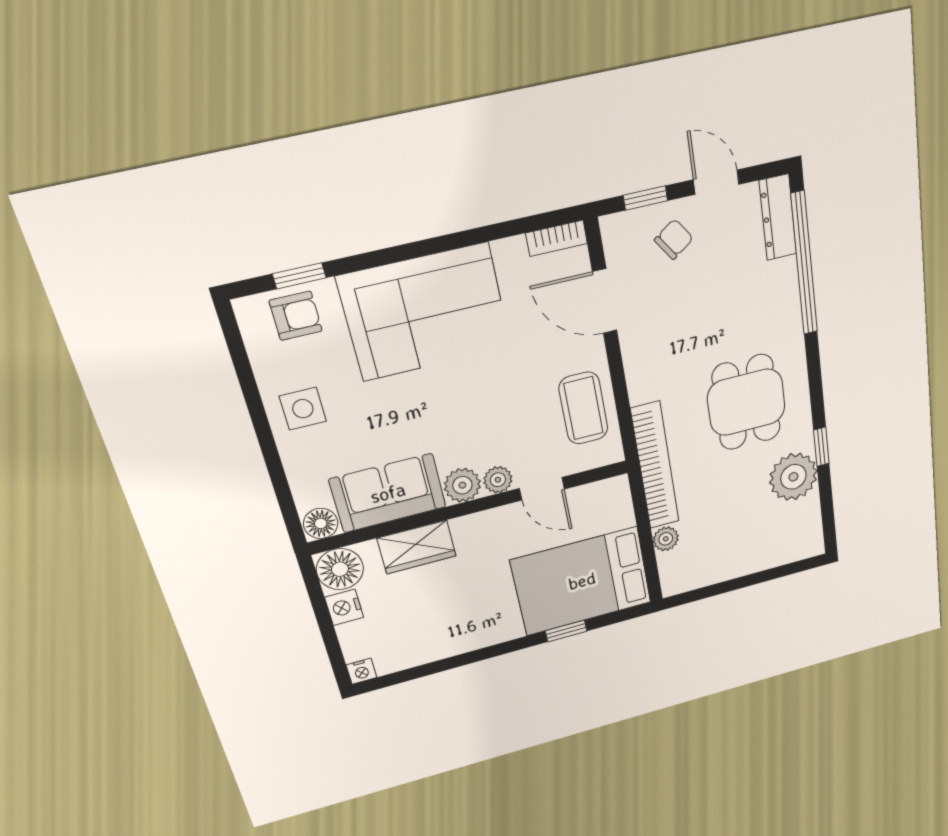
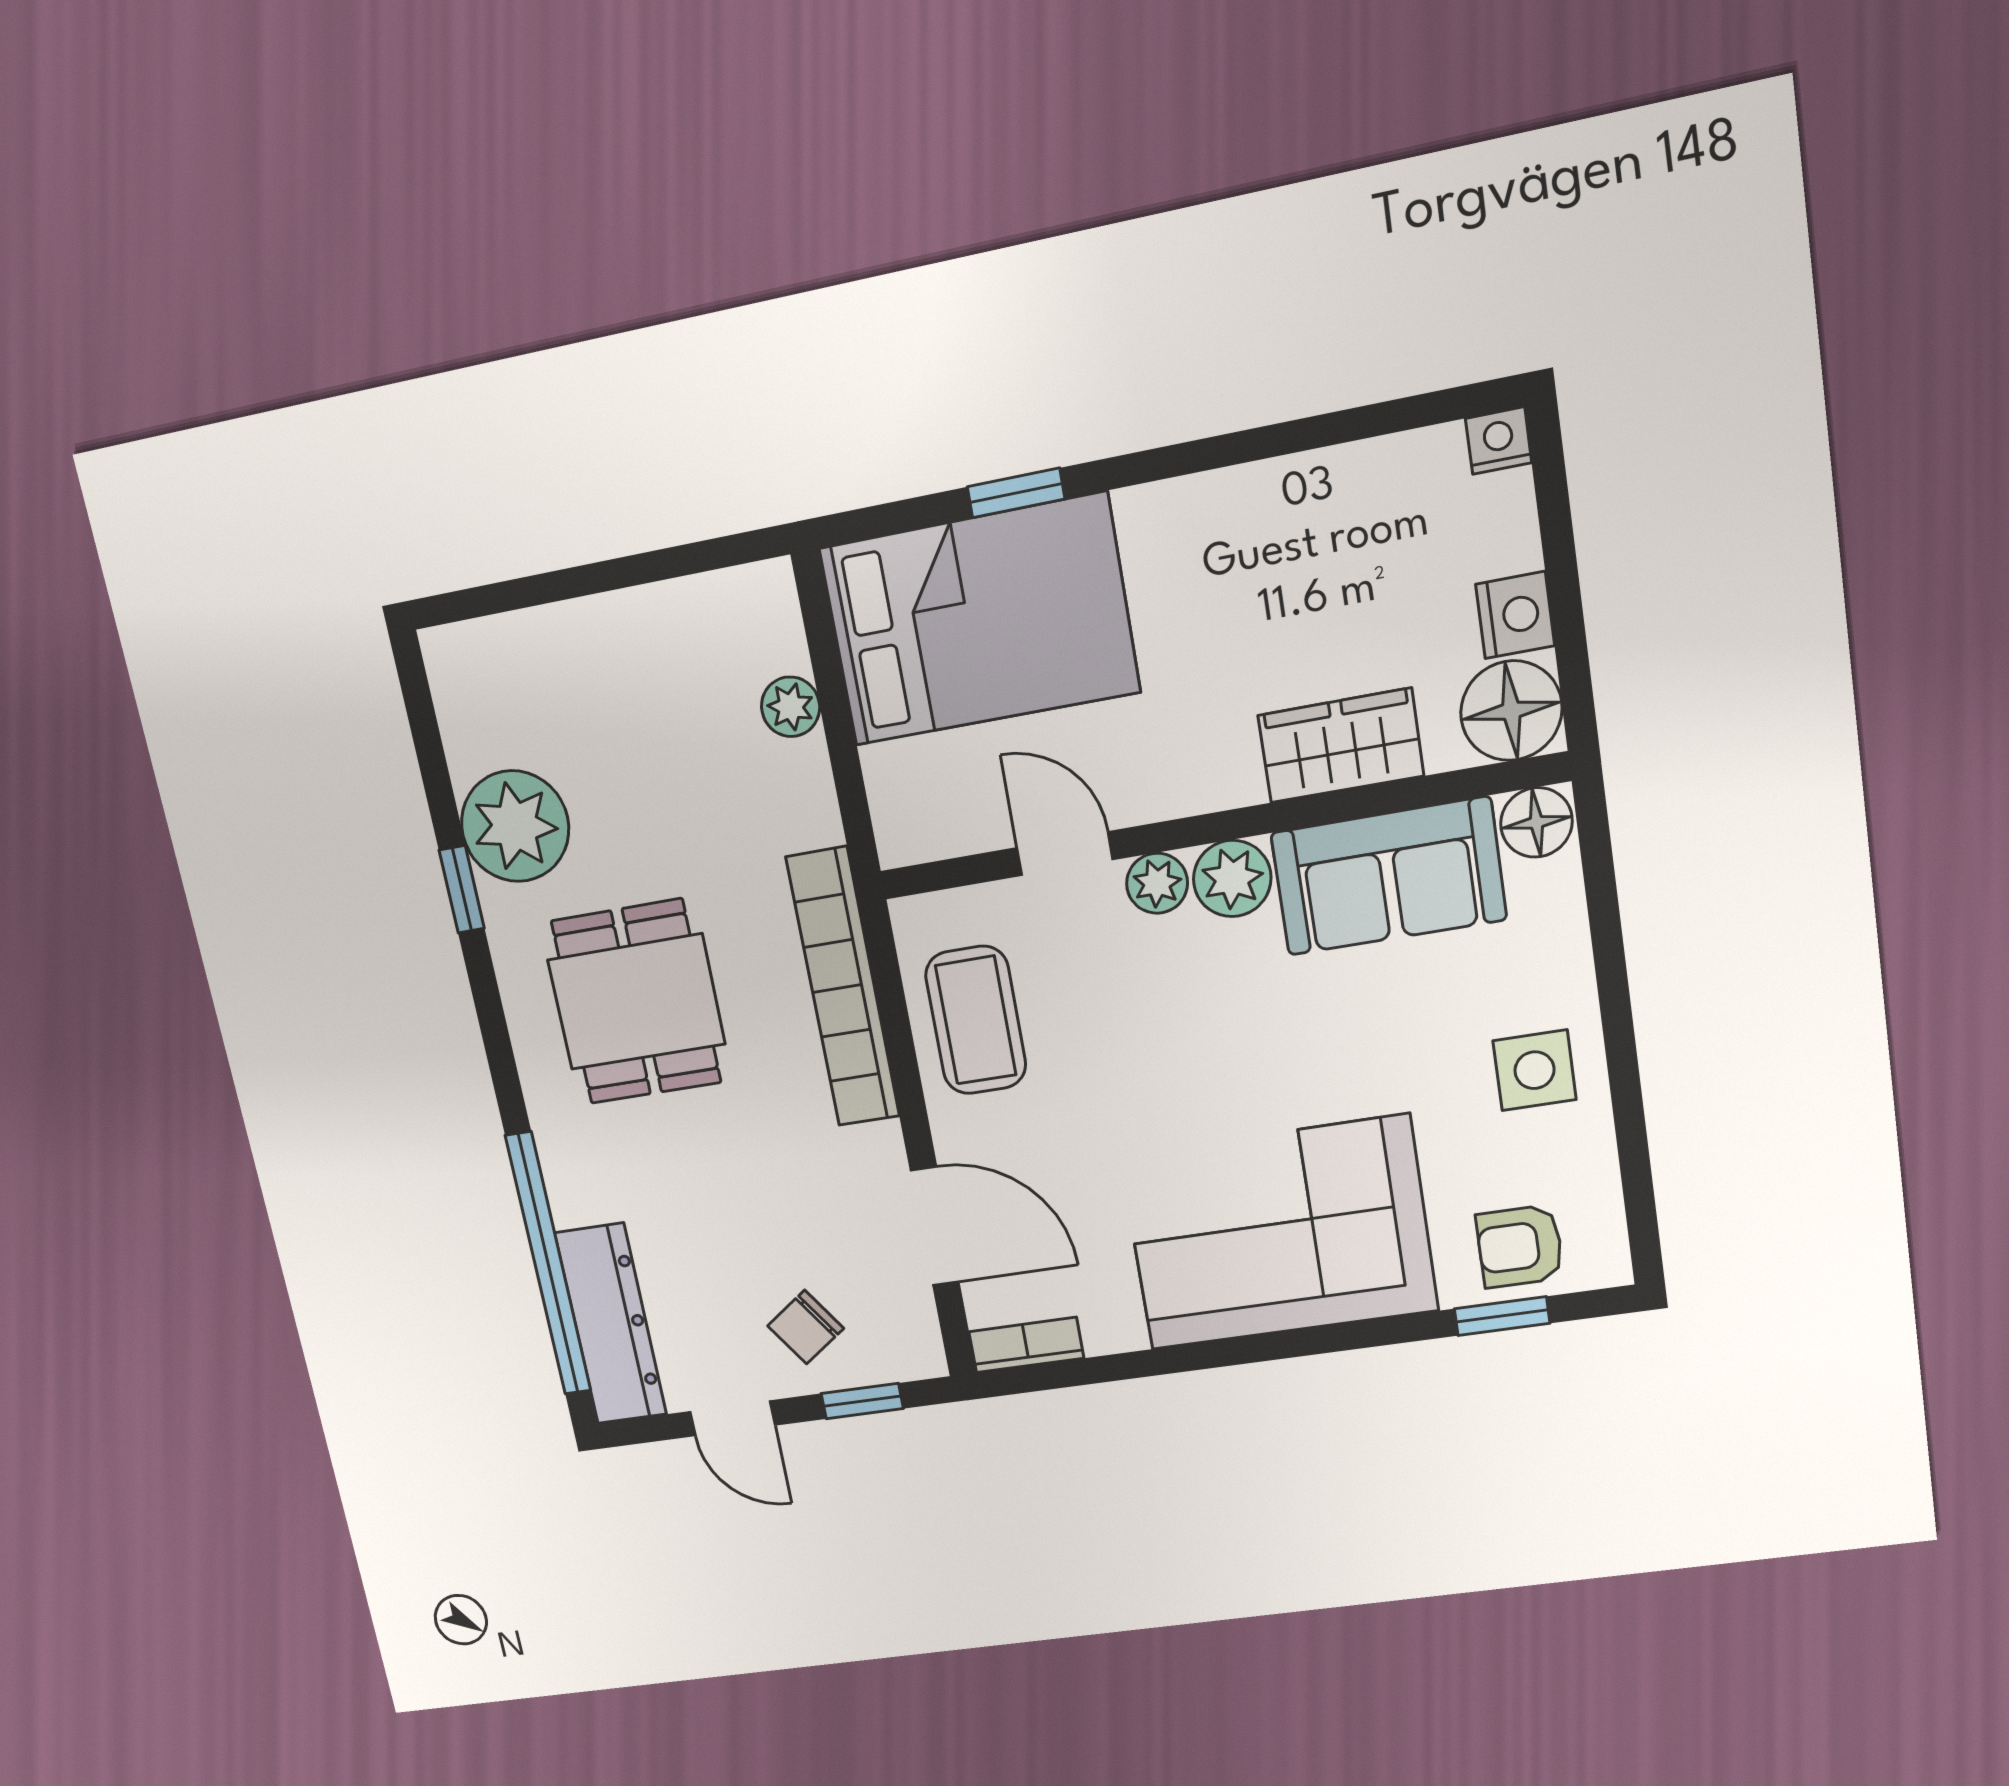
dresser: (778, 217) -> (611, 1324), width x1.37, depth x1.24
bookcase: (655, 466) -> (843, 988), moved

